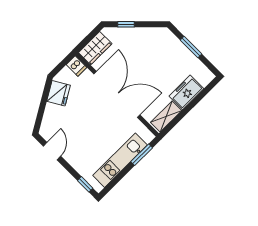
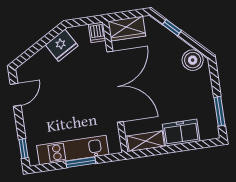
boiler: (157, 36) -> (193, 60), added
window: (191, 47) -> (219, 111), moved
window: (142, 155) -> (81, 162), moved

